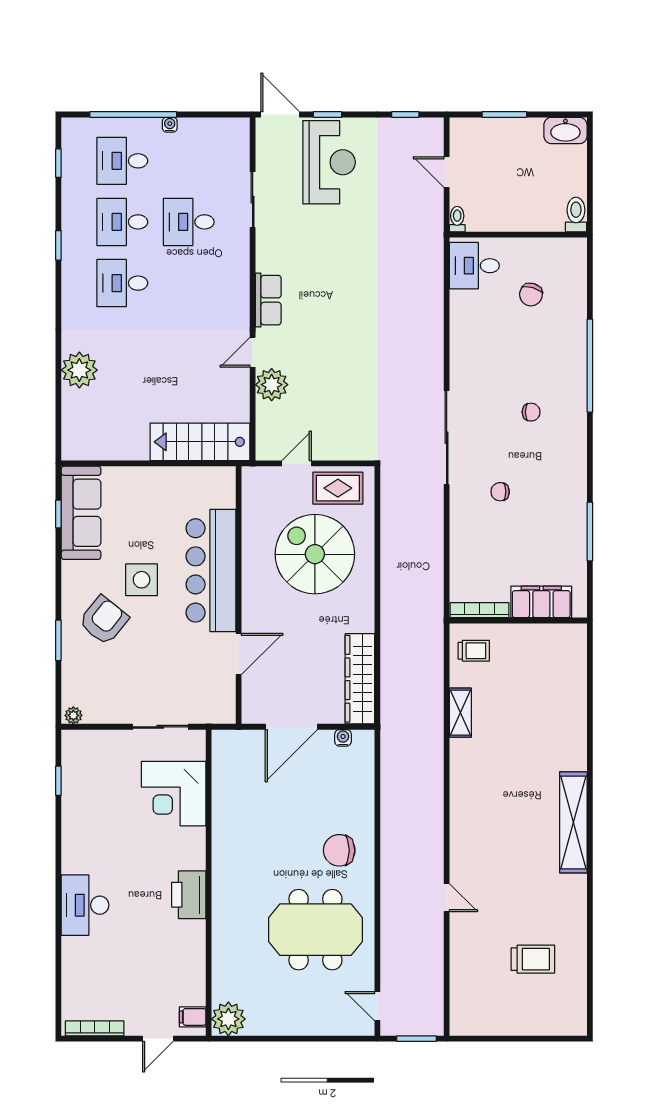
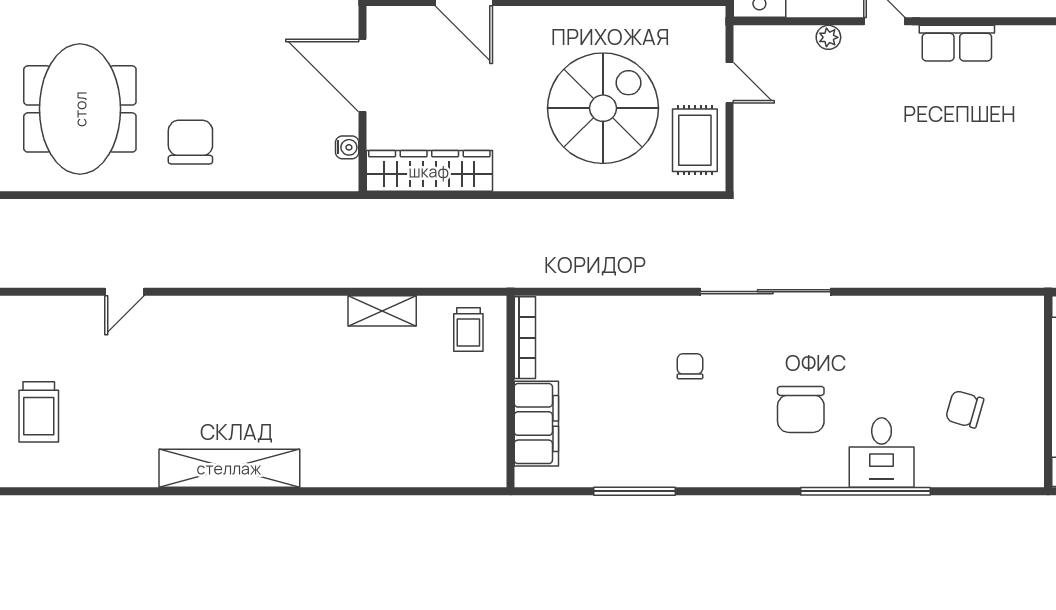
desk: (474, 266) -> (882, 453), moved, turned 180
plant: (272, 385) -> (828, 37), width x0.53, depth x0.53
chair: (531, 412) -> (801, 409), width x1.87, depth x1.87

